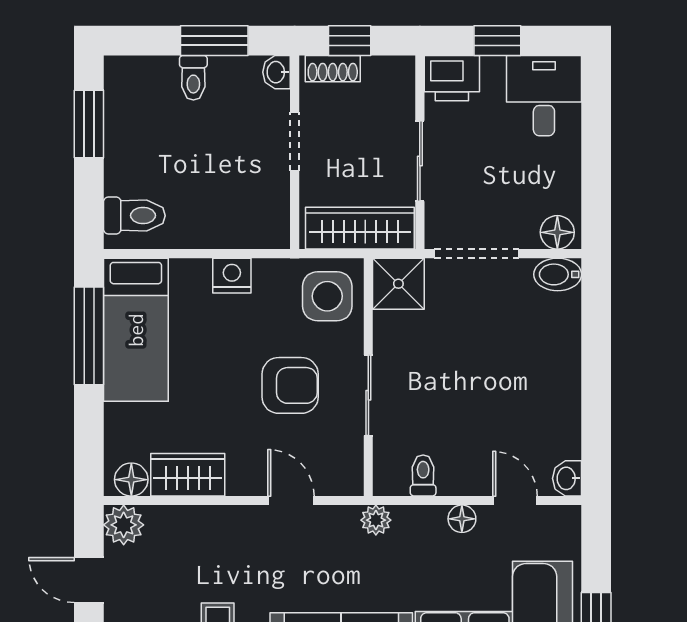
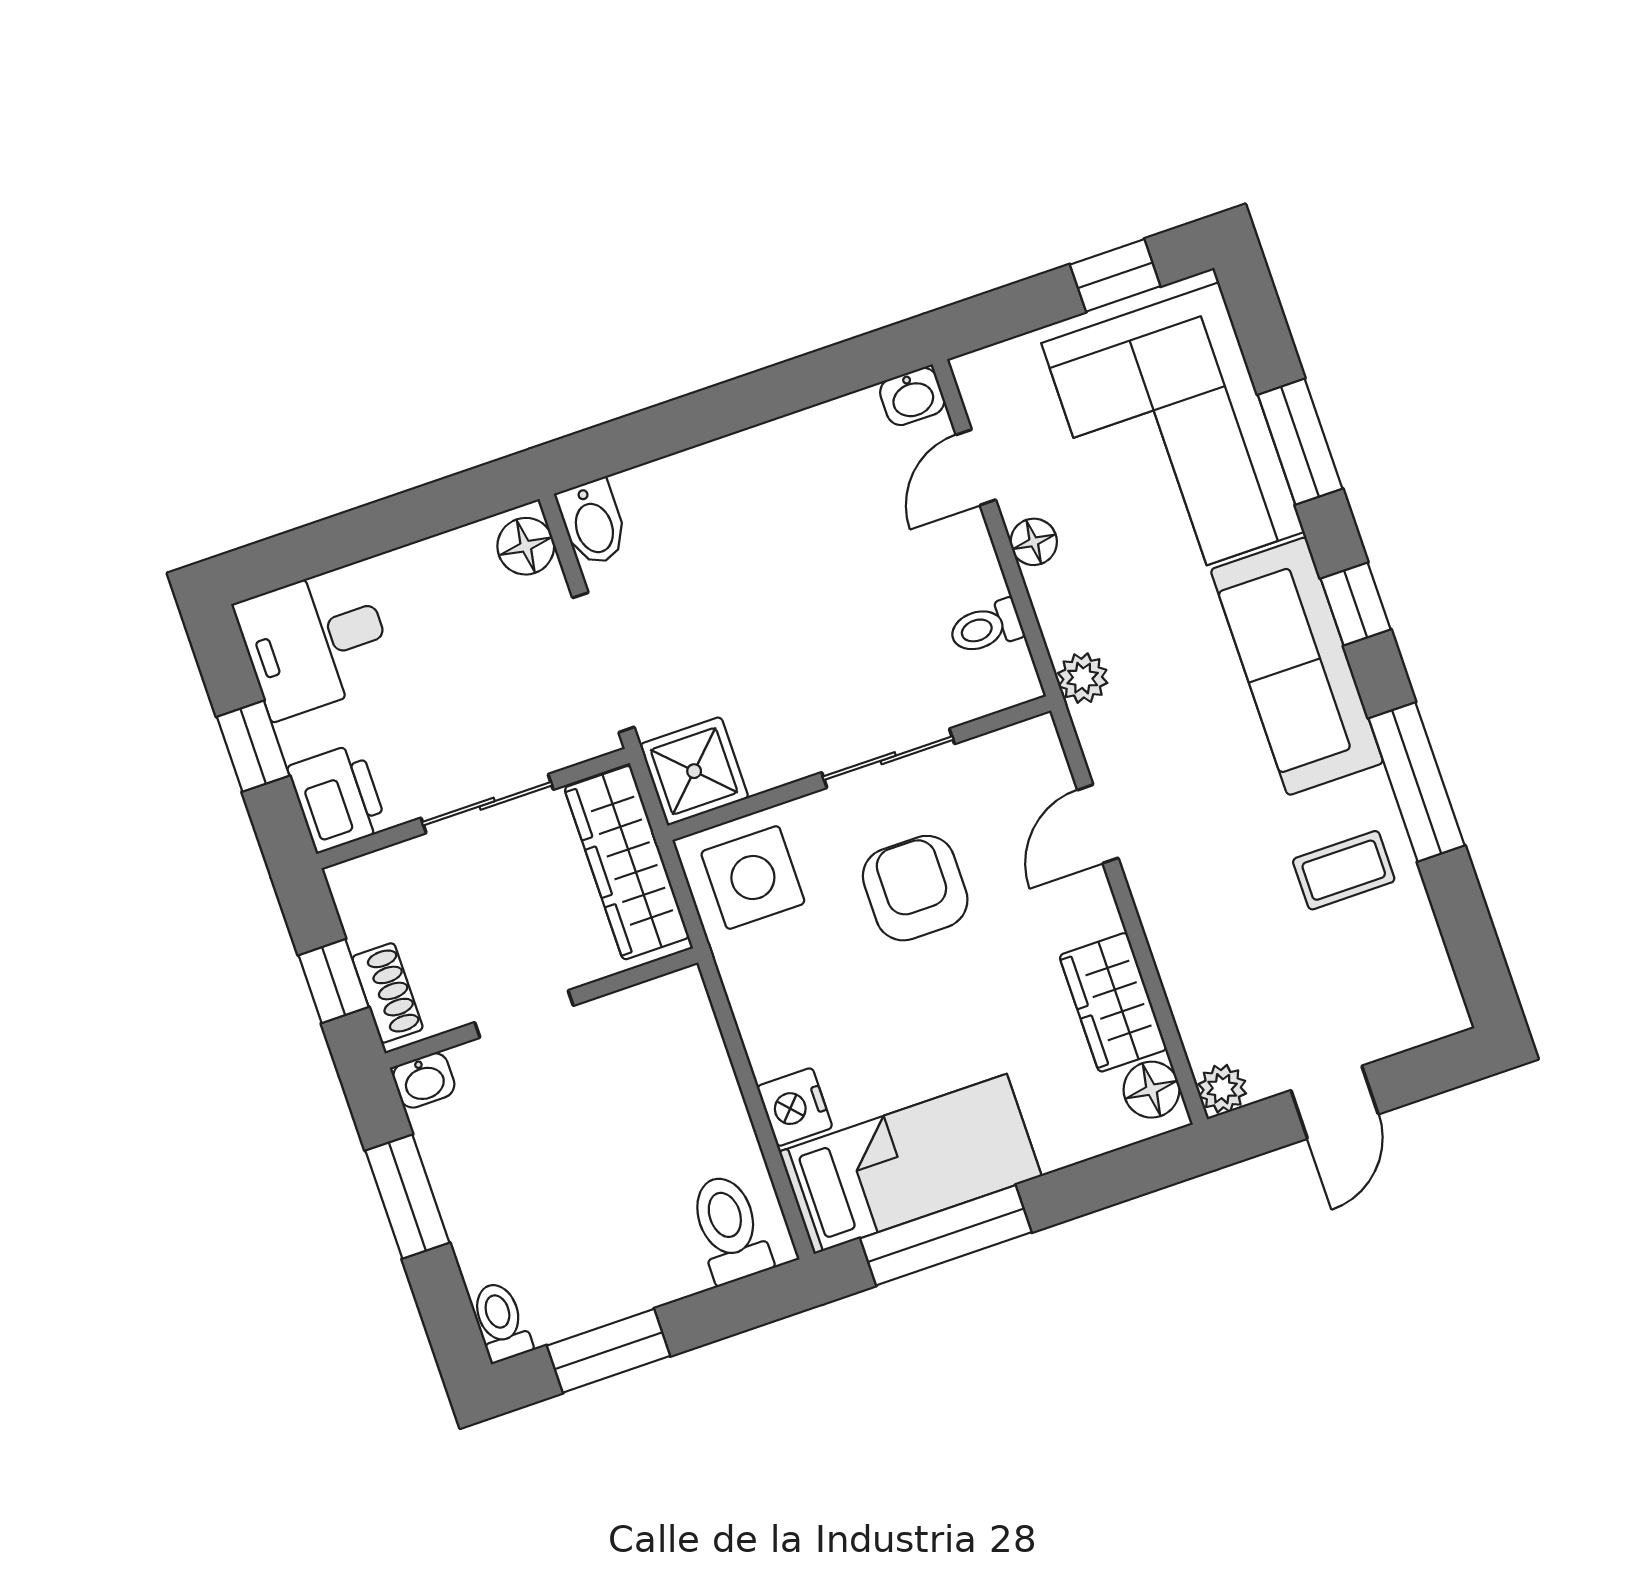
toilet: (193, 78) -> (501, 1322), moved, turned -90
nightstand: (232, 276) -> (795, 1107), moved
plant: (124, 525) -> (1222, 1089), width x0.73, depth x0.73

